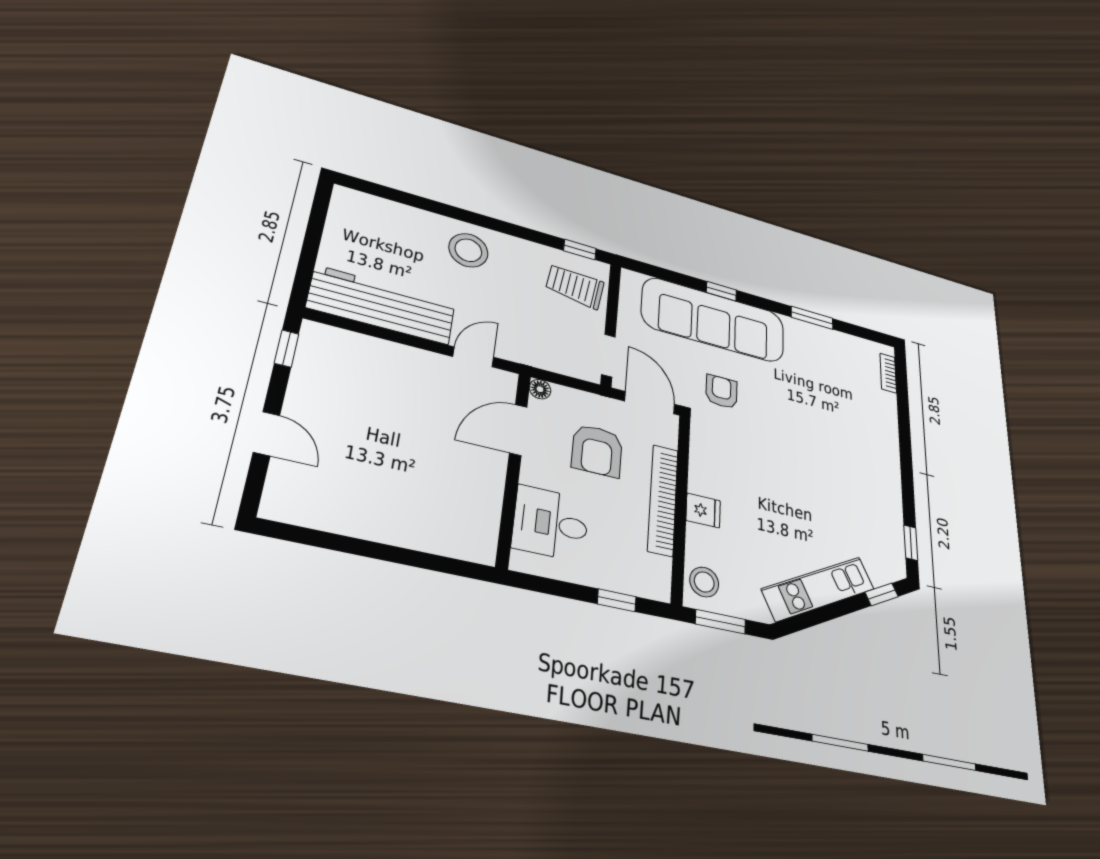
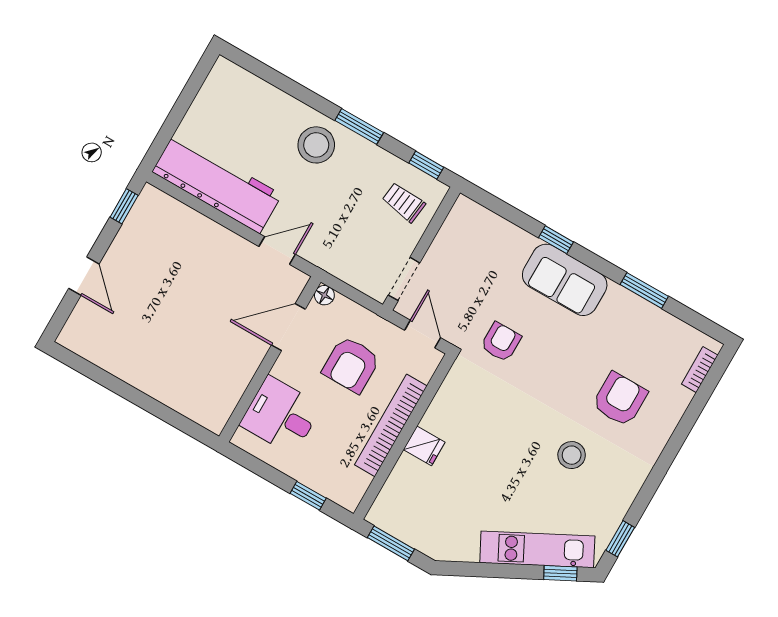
window: (502, 227) -> (359, 127), added
trolley: (575, 286) -> (404, 202), width x0.73, depth x0.72
sofa: (714, 320) -> (565, 280), width x0.54, depth x0.79
door: (650, 403) -> (423, 334), width x0.73
armchair: (843, 416) -> (620, 399), added
stool: (704, 582) -> (572, 455), moved
kitchen unit: (818, 589) -> (537, 549), moved

